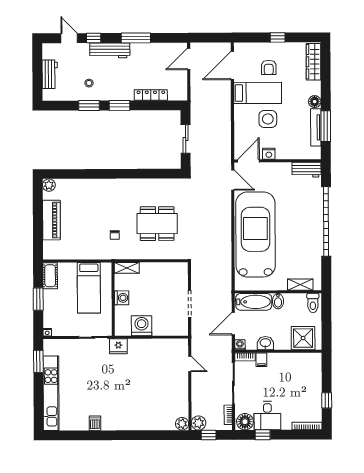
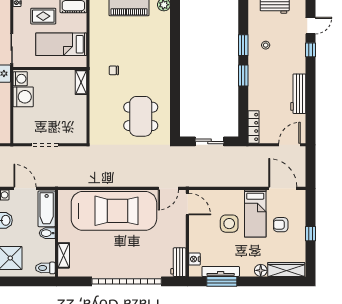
window: (136, 38) -> (311, 92), removed
workbench: (110, 50) -> (298, 94), moved
door: (189, 59) -> (289, 145), hinge flipped
locker: (151, 95) -> (254, 127), moved
floor lamp: (315, 102) -> (261, 270), moved
nightstand: (269, 154) -> (194, 259), moved
dining table: (157, 224) -> (141, 116), moved
washing machine: (122, 298) -> (20, 79), moved, turned -90
rug: (61, 306) -> (43, 16), added

